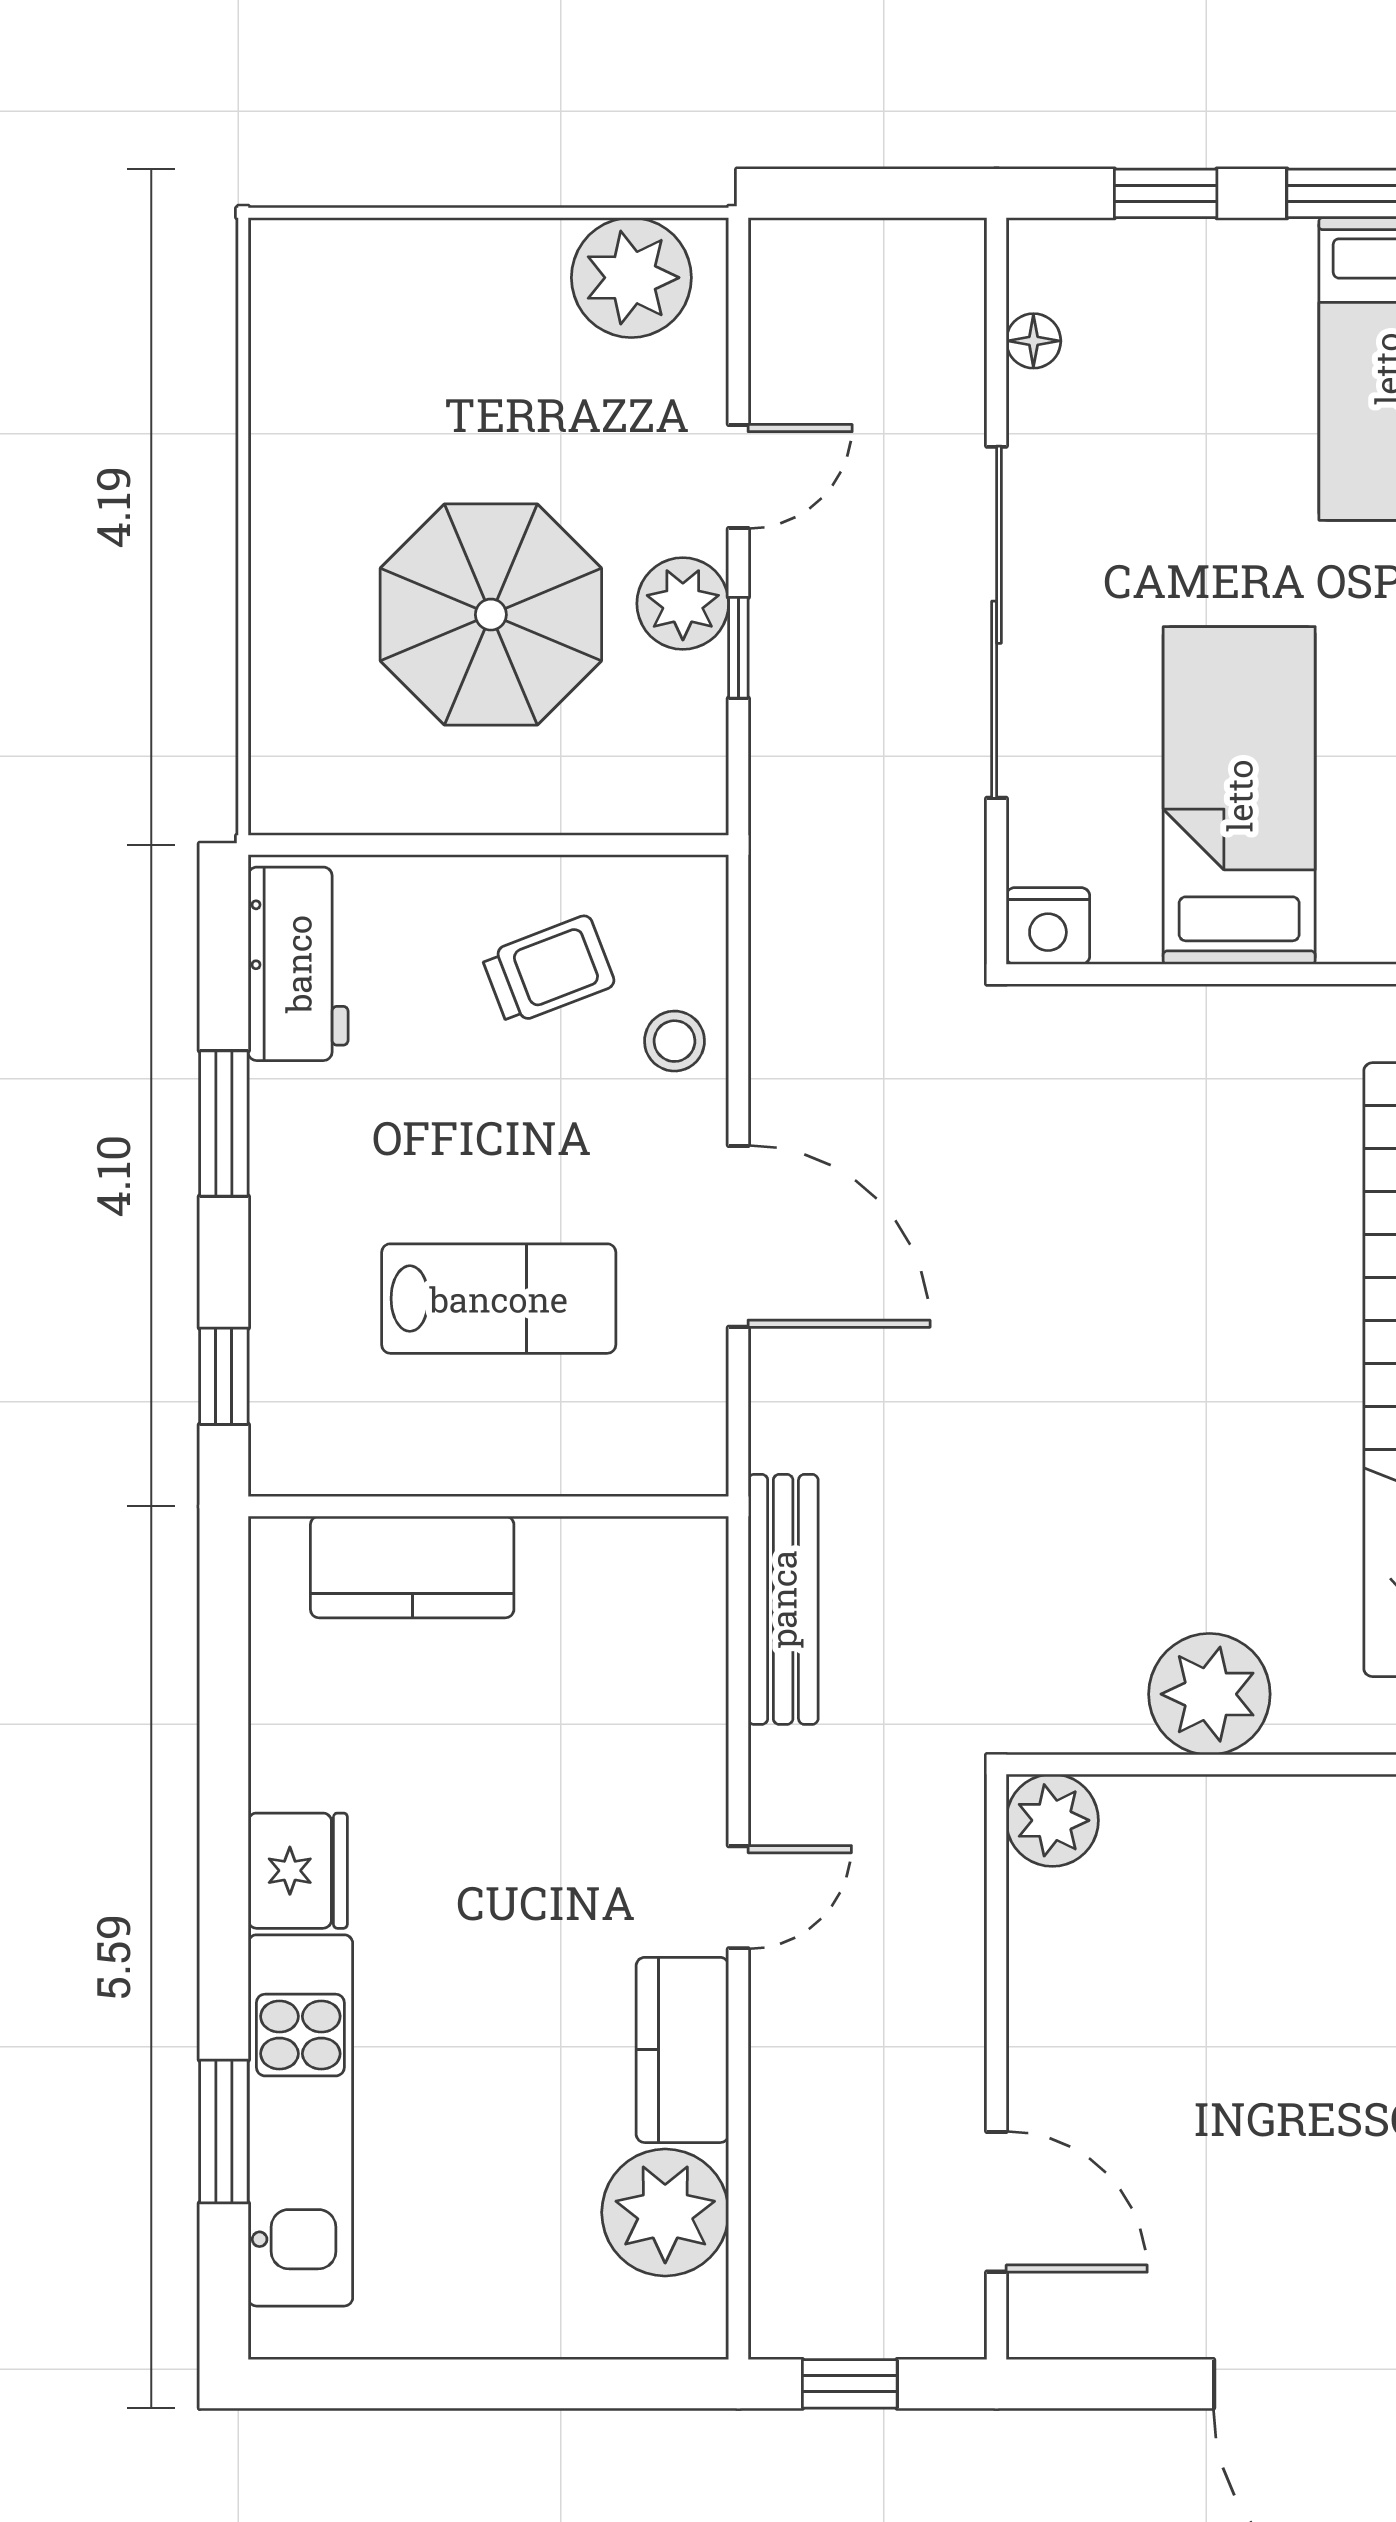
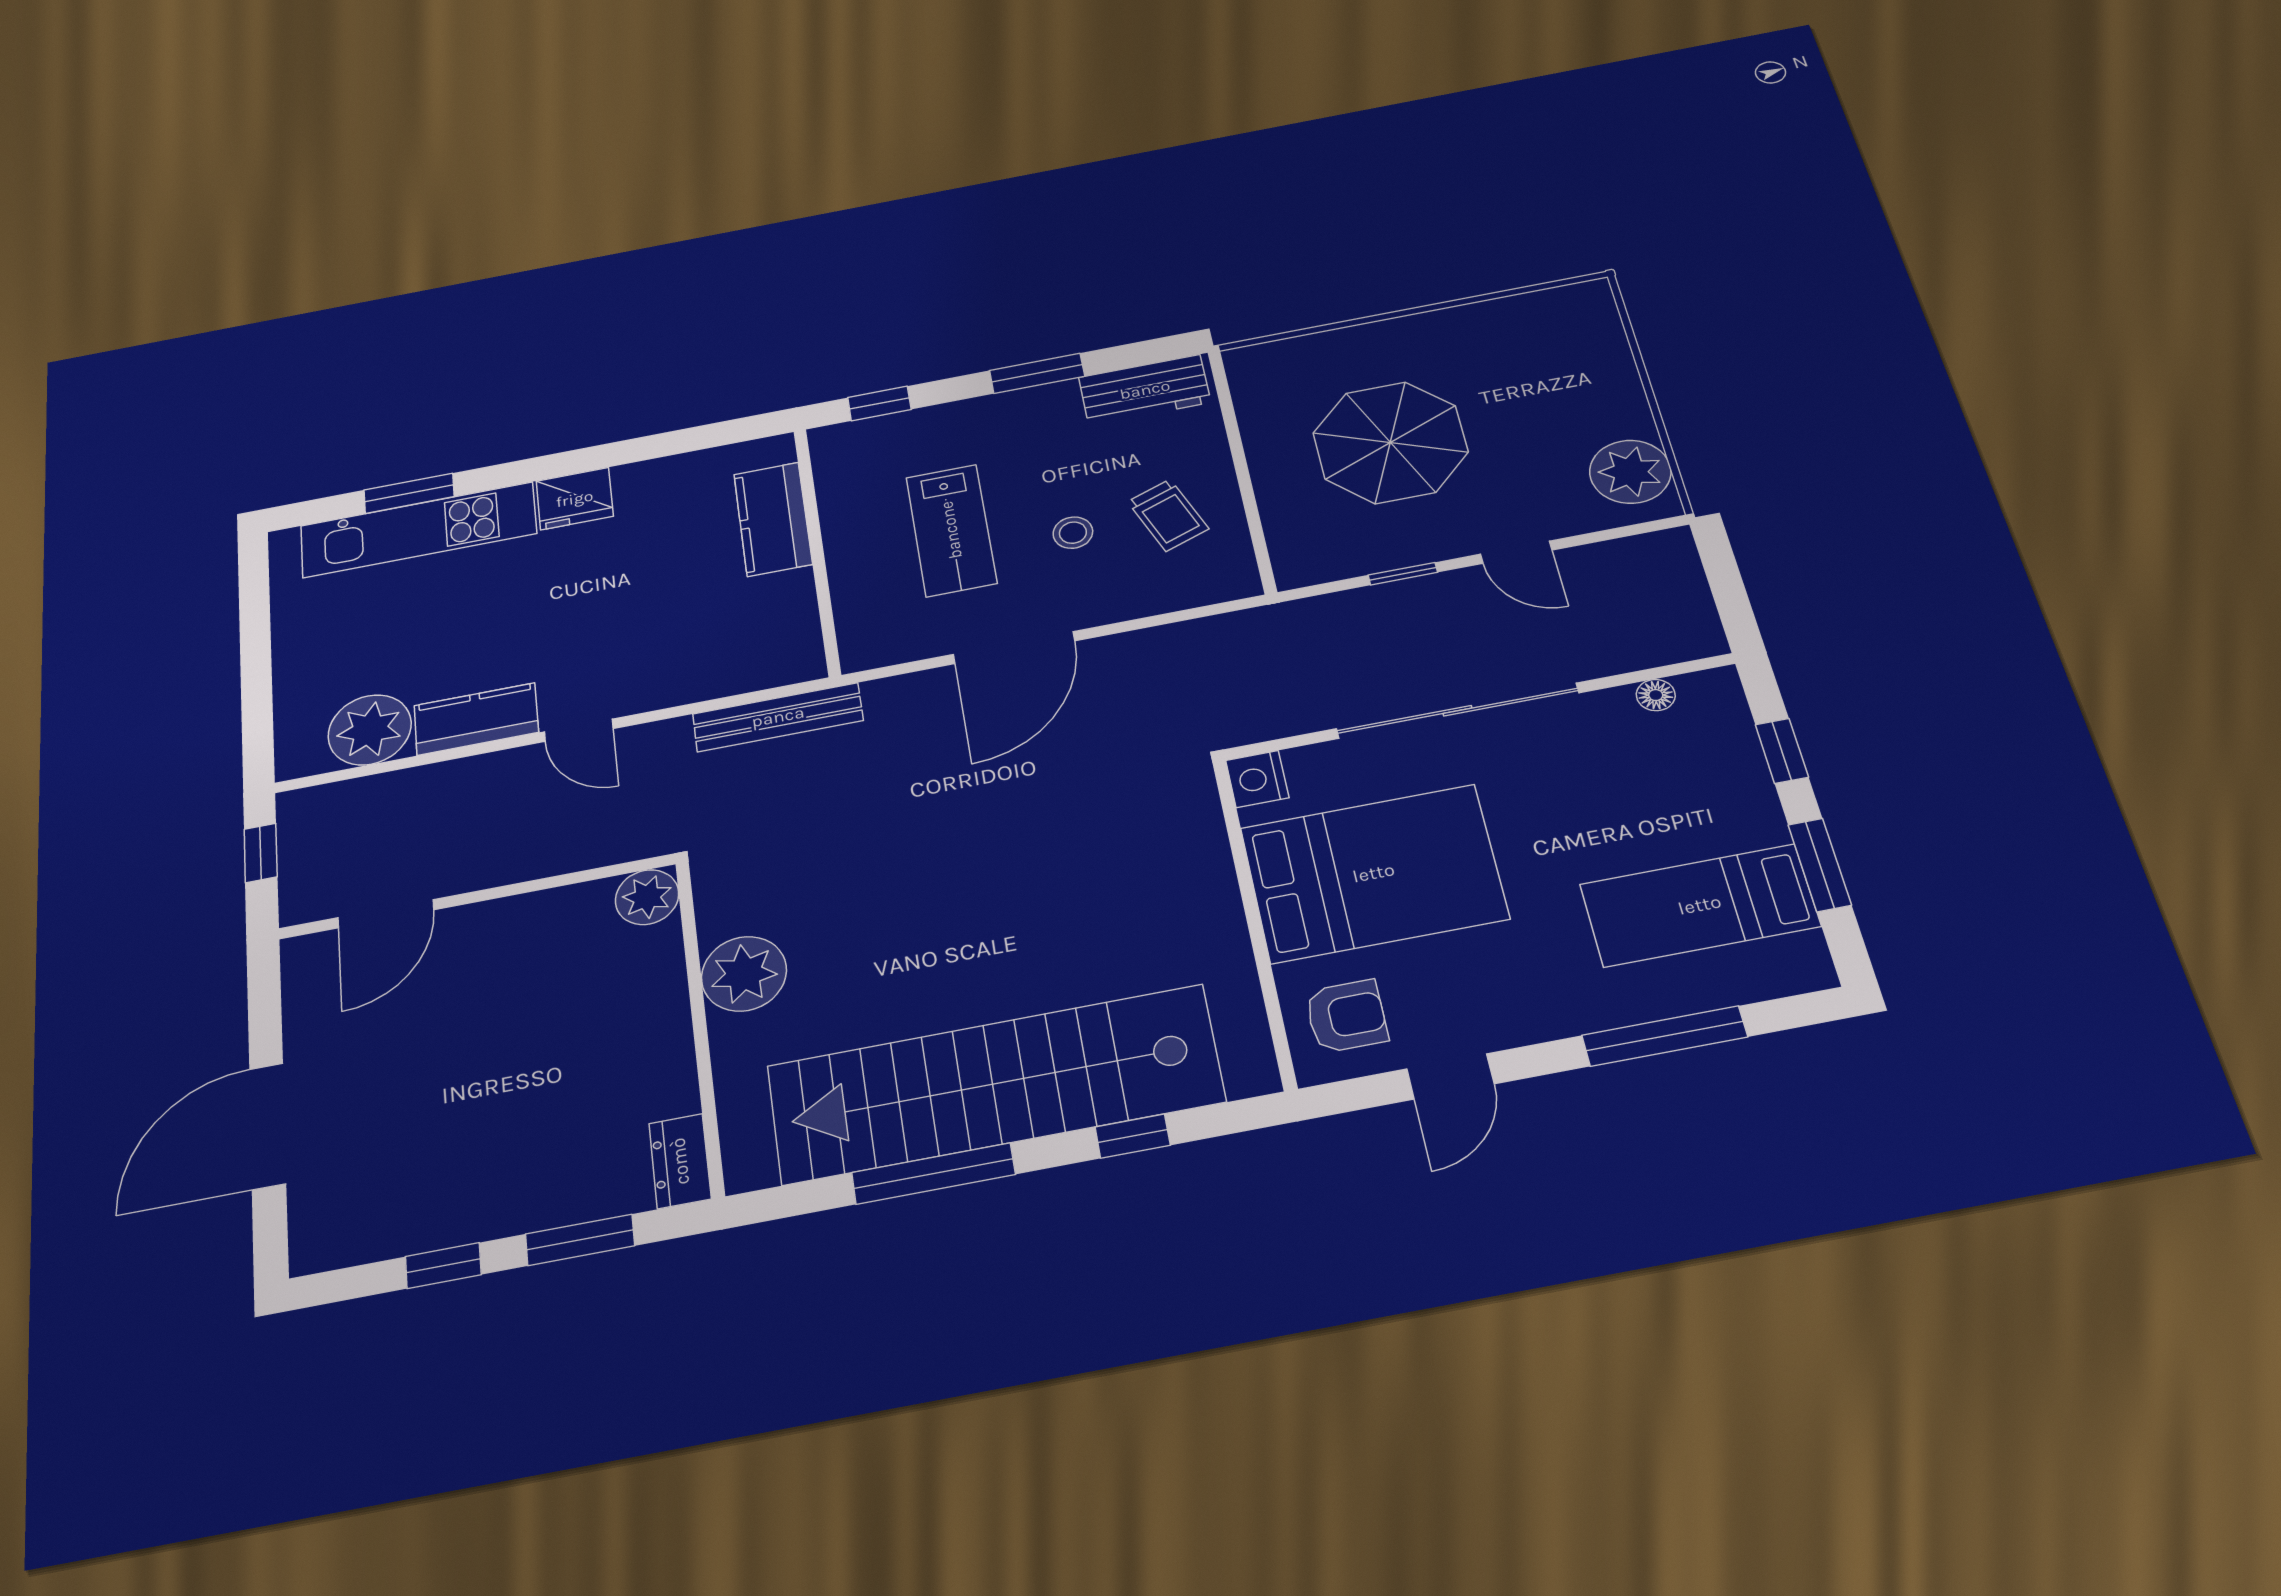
plant: (683, 604) -> (1424, 539), removed
bed: (1239, 796) -> (1374, 873), width x1.50
stool: (674, 1041) -> (1073, 533), moved

